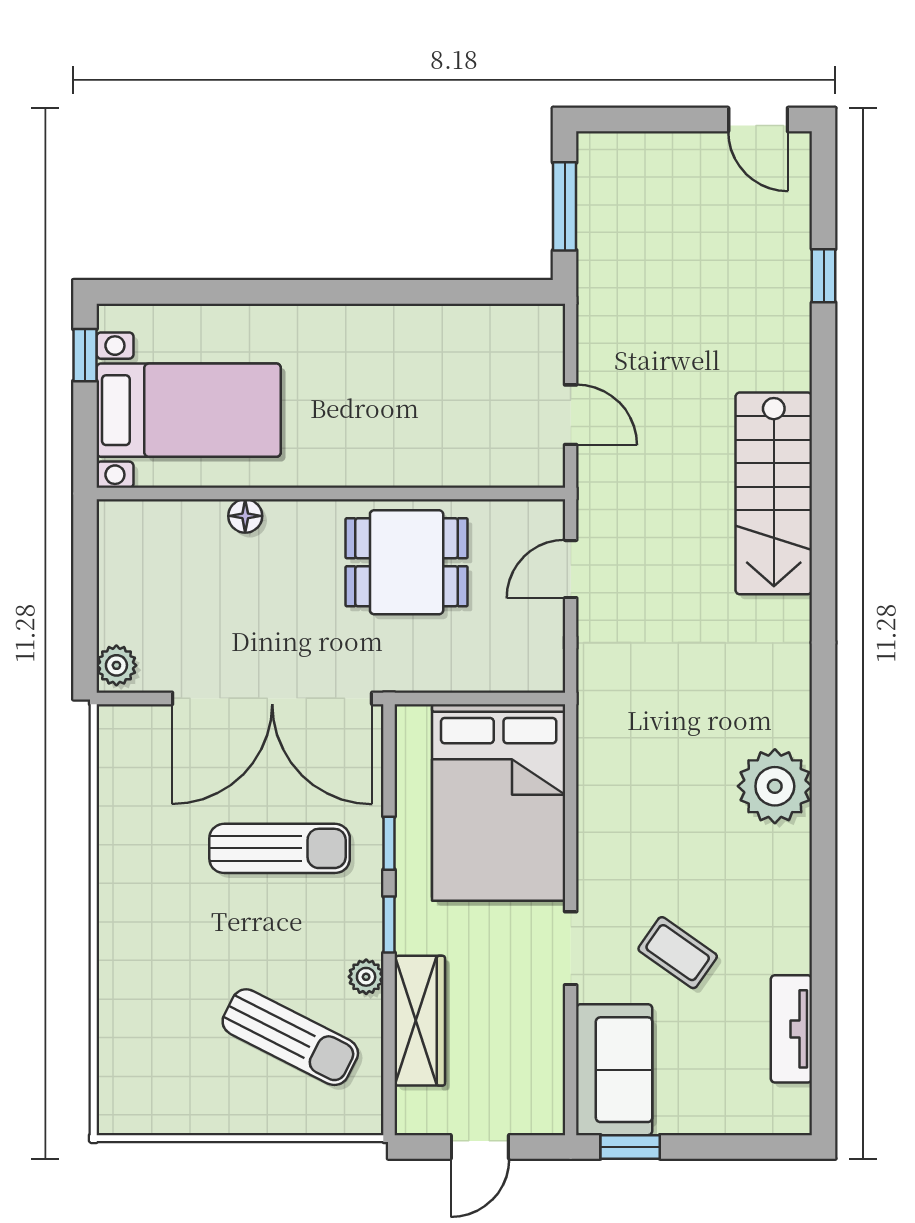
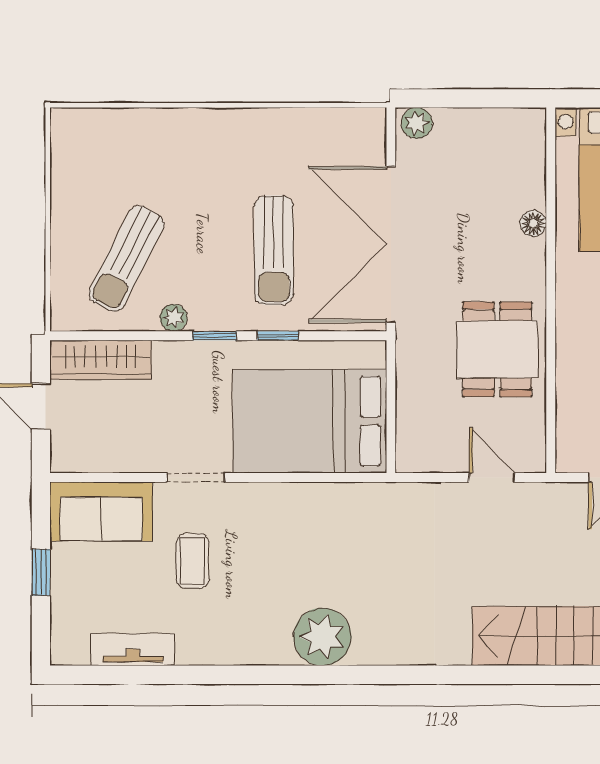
coffee table: (678, 953) -> (193, 561), turned -35
wardrobe: (420, 1021) -> (101, 360), moved
window: (630, 1147) -> (41, 572), moved

